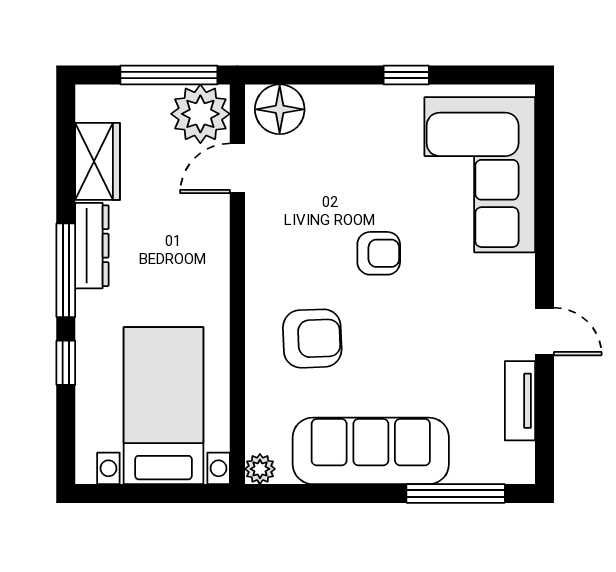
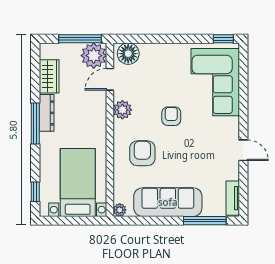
window: (406, 75) -> (223, 39), moved
plant: (266, 239) -> (122, 110), added
armchair: (379, 253) -> (171, 116), turned -90
armchair: (312, 339) -> (142, 153), turned -88
window: (66, 363) -> (35, 192), moved
tv unit: (520, 401) -> (233, 198), moved

